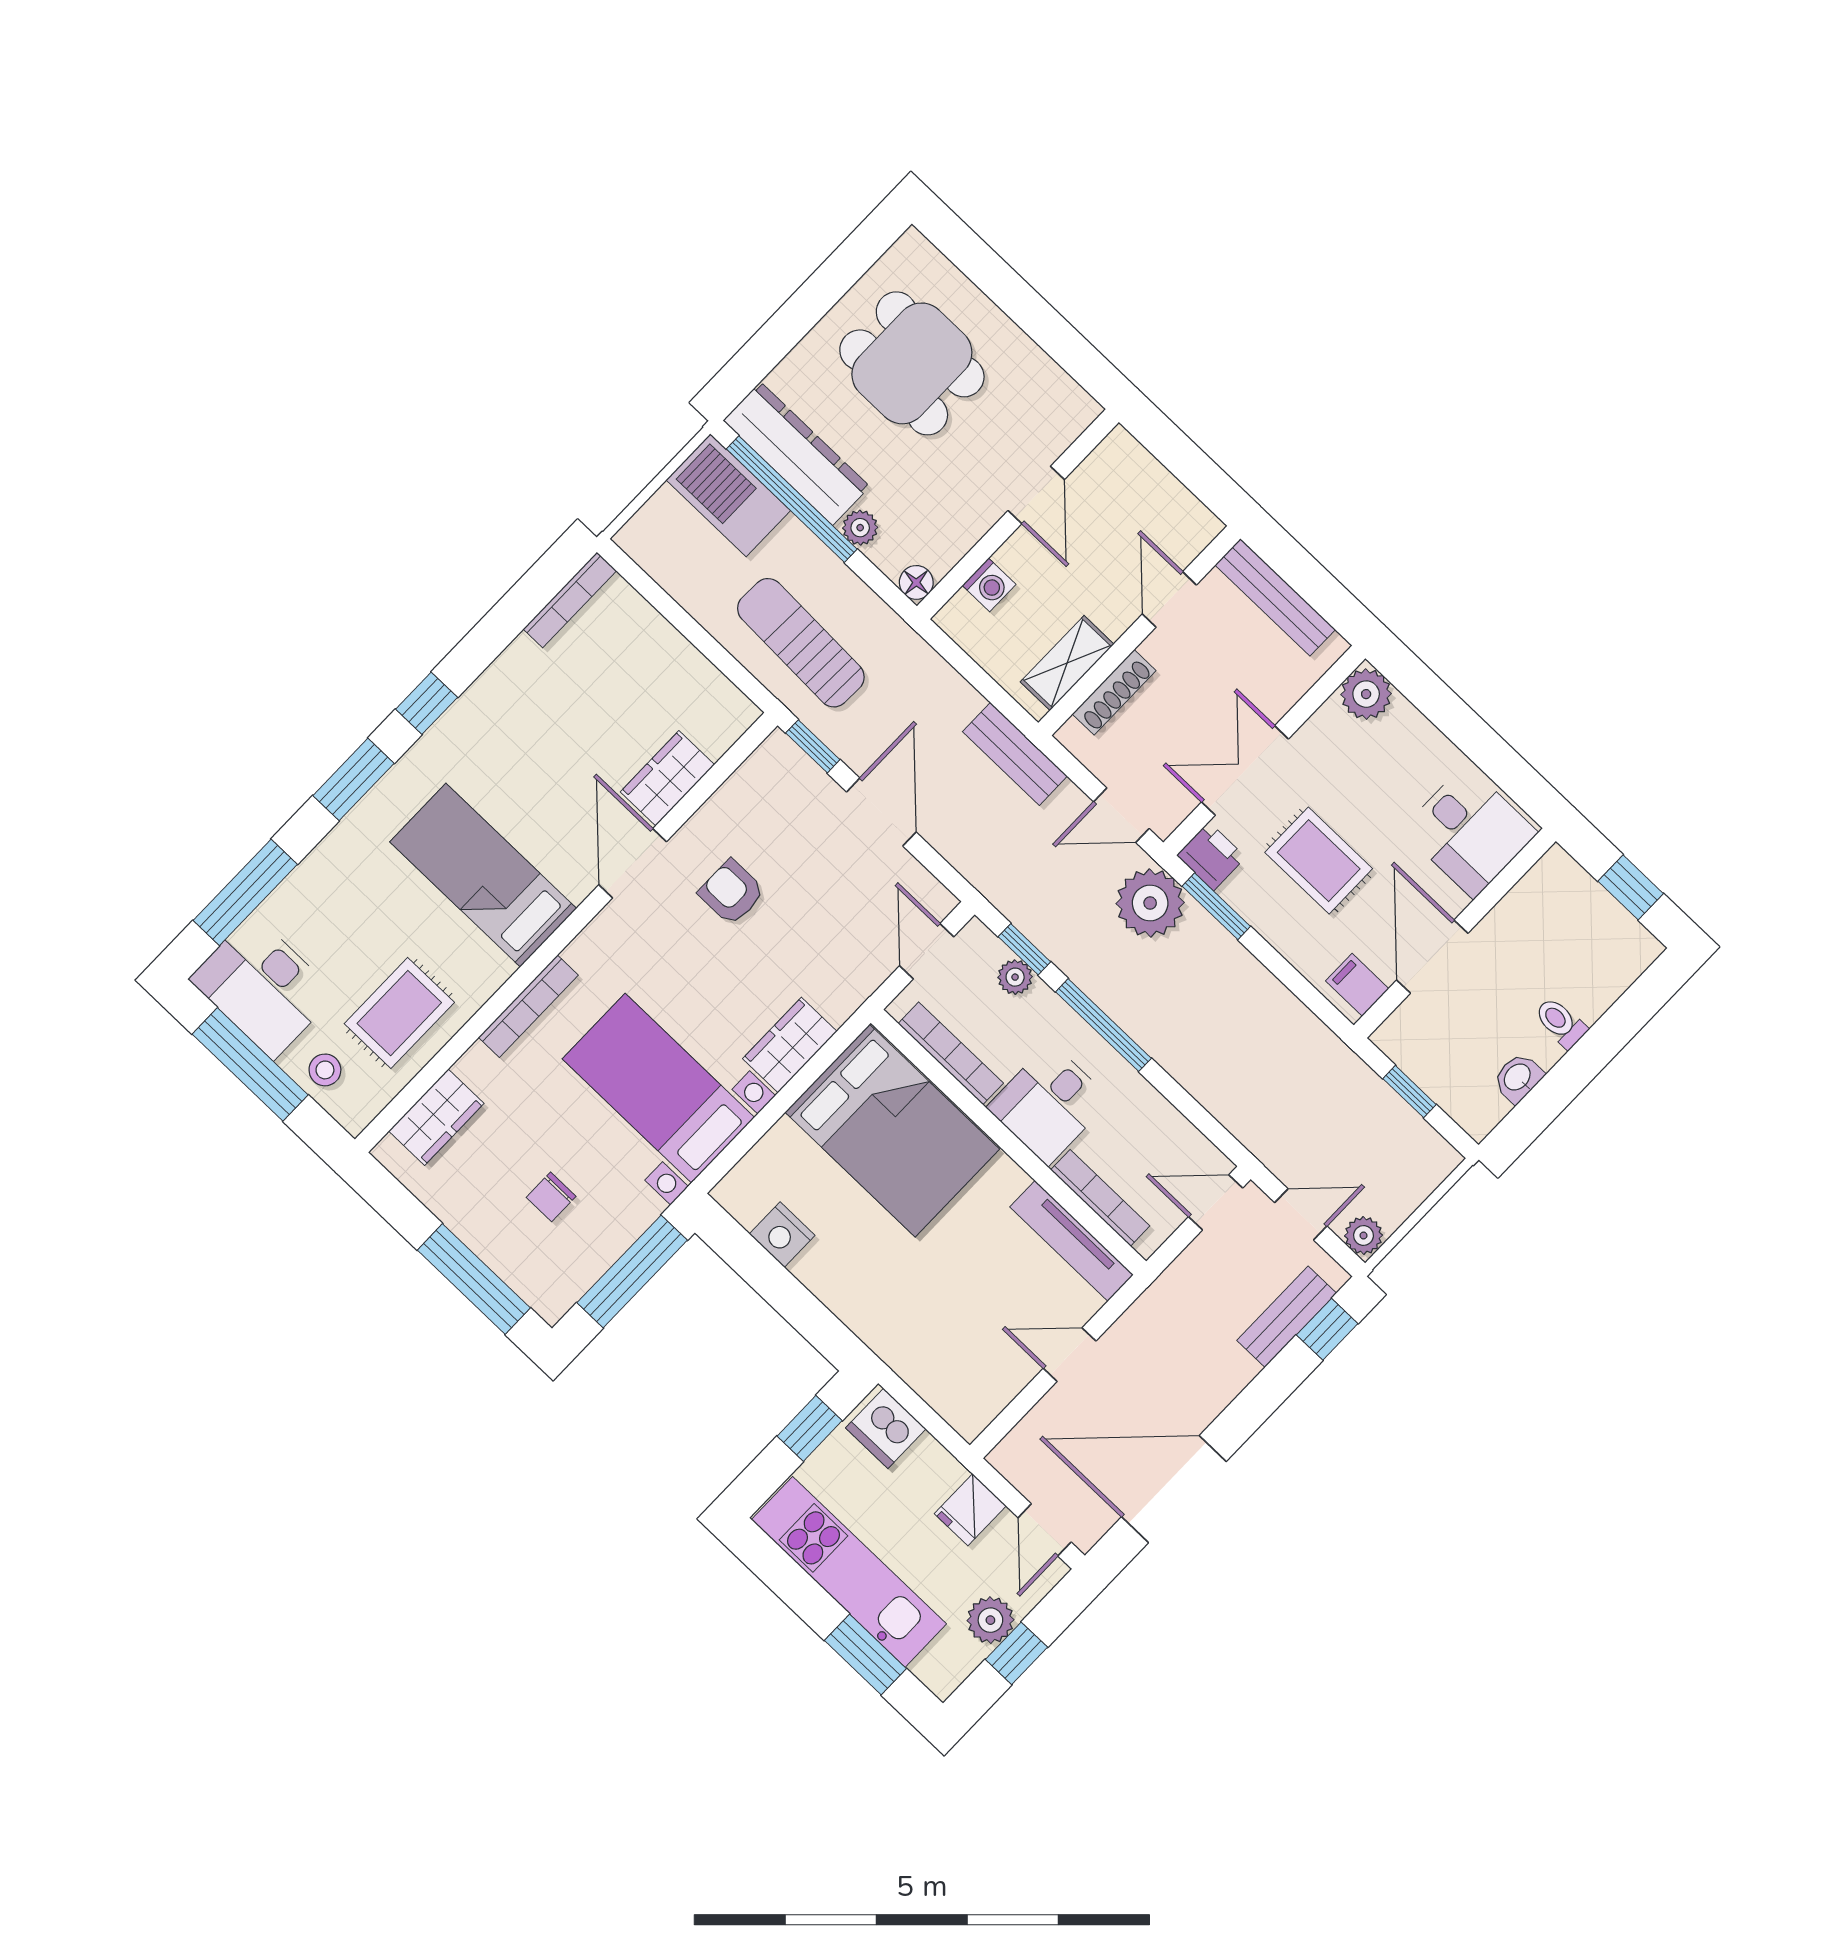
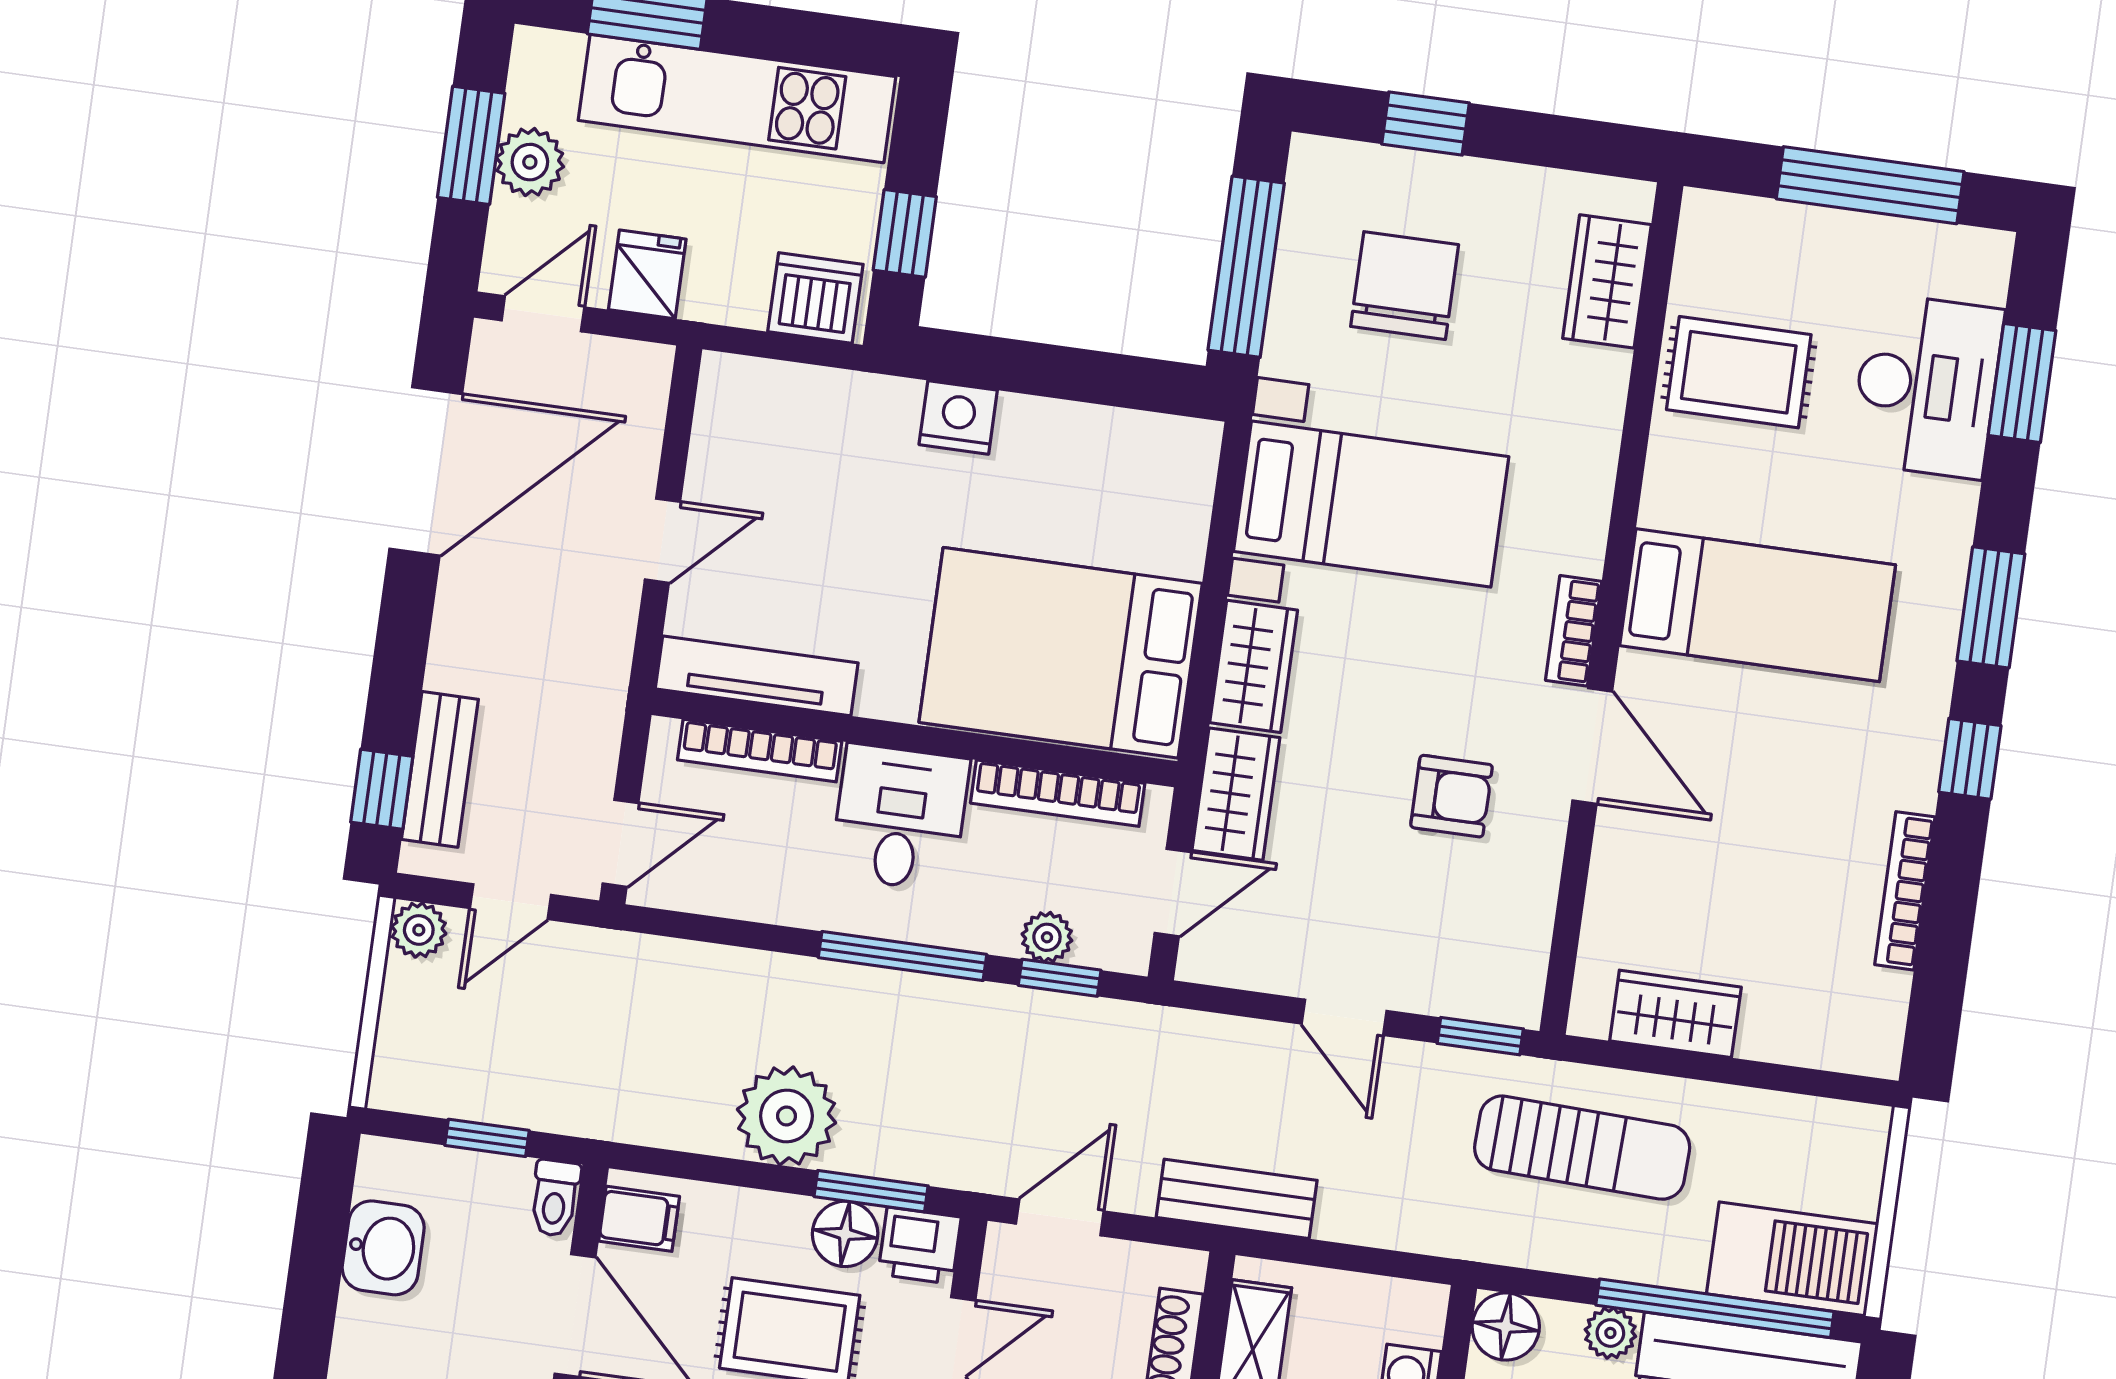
floor lamp: (916, 582) -> (1506, 1327), width x1.37, depth x1.37
bookcase: (570, 600) -> (1905, 891), moved
wardrobe: (667, 778) -> (1675, 1014), moved, turned -90
door: (881, 812) -> (1344, 1017), width x0.73
window: (245, 892) -> (2022, 383), width x0.69
floor lamp: (1248, 893) -> (845, 1234), added
plant: (1150, 903) -> (787, 1116), moved
door: (927, 951) -> (1173, 893), hinge flipped
wardrobe: (851, 981) -> (1236, 794), added
desk: (263, 986) -> (1927, 386), moved, turned 90
bookcase: (528, 1006) -> (1574, 631), moved, width x0.64
rug: (399, 1013) -> (1739, 372), turned 90
toilet: (1561, 1023) -> (555, 1198), moved, turned 90
stool: (325, 1070) -> (1778, 242), removed
washbasin: (1518, 1078) -> (383, 1248), width x1.38, depth x1.45
chair: (551, 1197) -> (1405, 286), width x1.87, depth x1.87
nightstand: (782, 1235) -> (958, 417), moved
window: (474, 1279) -> (1426, 123), width x0.46
door: (1045, 1530) -> (543, 314), hinge flipped
window: (1016, 1653) -> (471, 145), width x1.50

